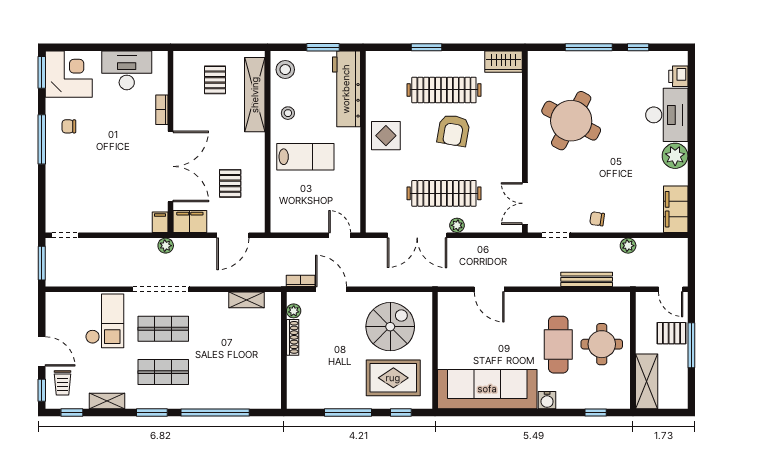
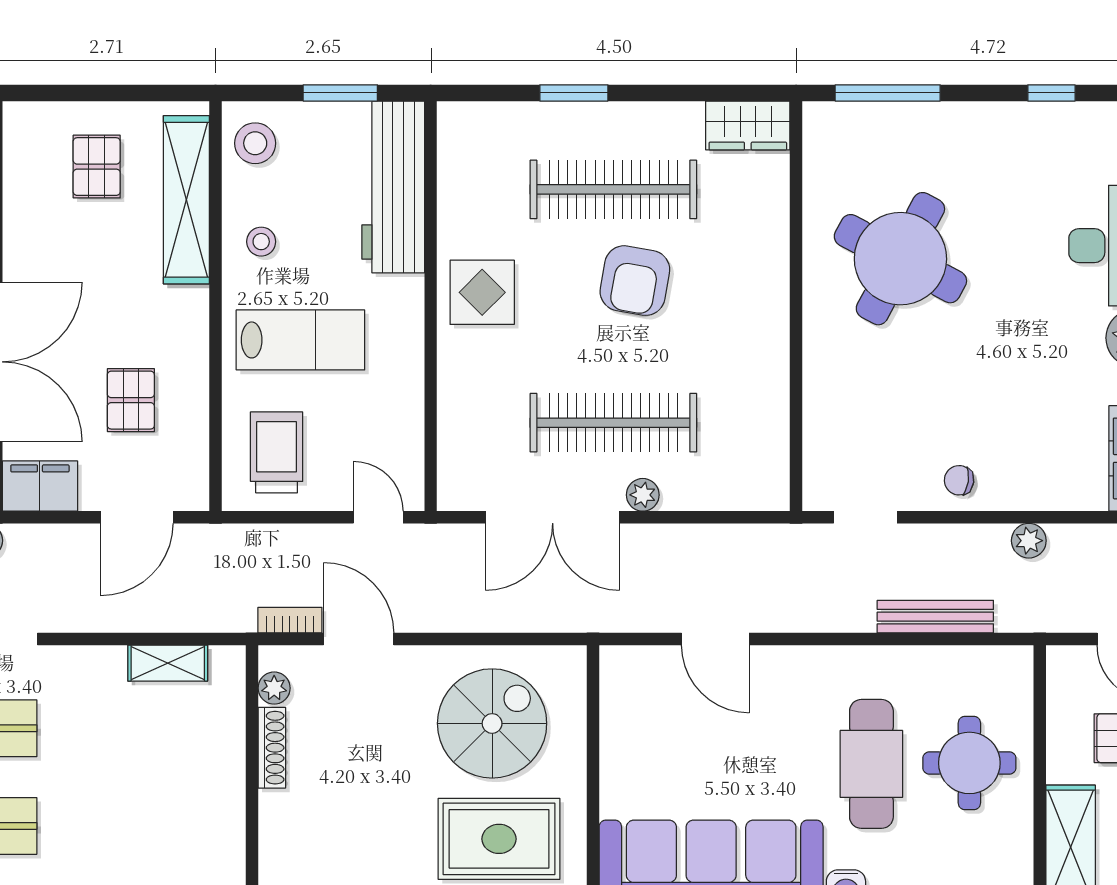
window: (589, 47) -> (888, 93), moved
double door: (525, 203) -> (796, 446), removed
trolley: (295, 207) -> (277, 452), added

